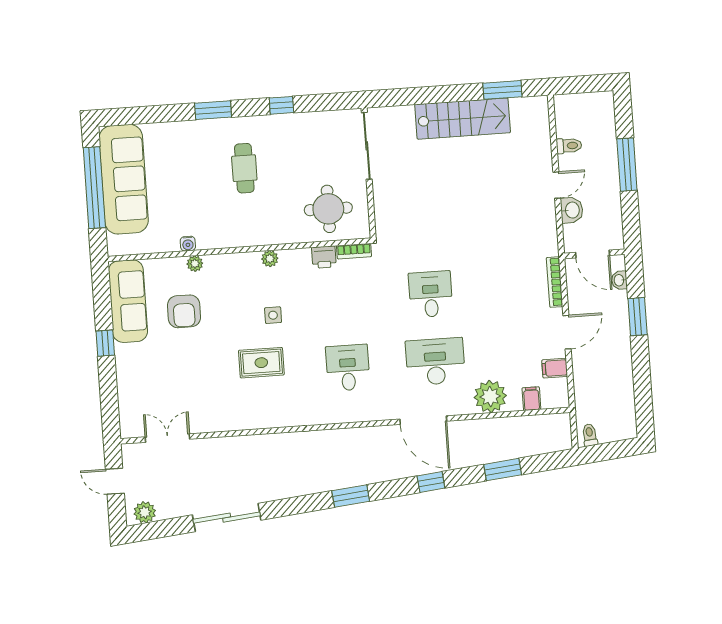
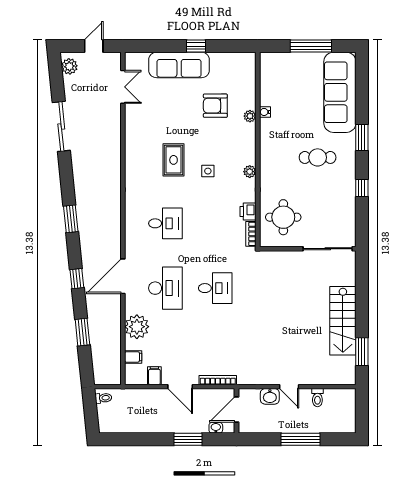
sofa: (124, 179) -> (340, 92), moved, turned 90
window: (94, 188) -> (311, 46), width x0.68
sofa: (128, 301) -> (179, 65), moved

